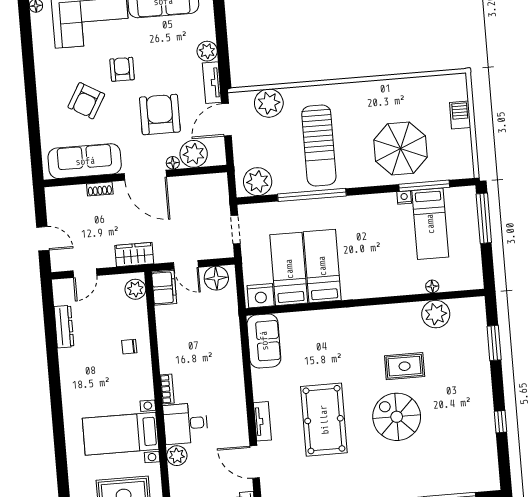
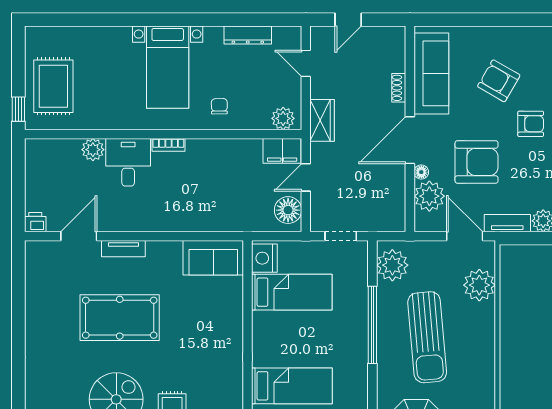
sun lounger: (319, 146) -> (427, 337), turned -95
bed: (322, 266) -> (292, 386), moved
bed with nightstands: (121, 434) -> (168, 67), moved, turned 180

